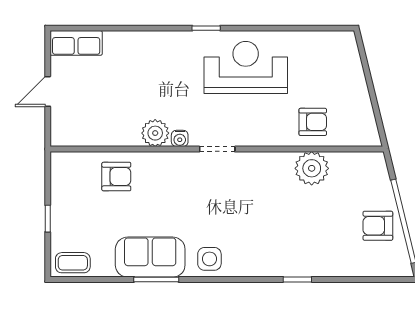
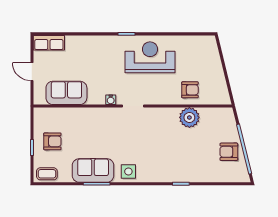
door: (48, 91) -> (32, 72), hinge flipped
sofa: (106, 127) -> (66, 93), added
plant: (155, 133) -> (96, 96), removed
armchair: (116, 177) -> (52, 141), moved

